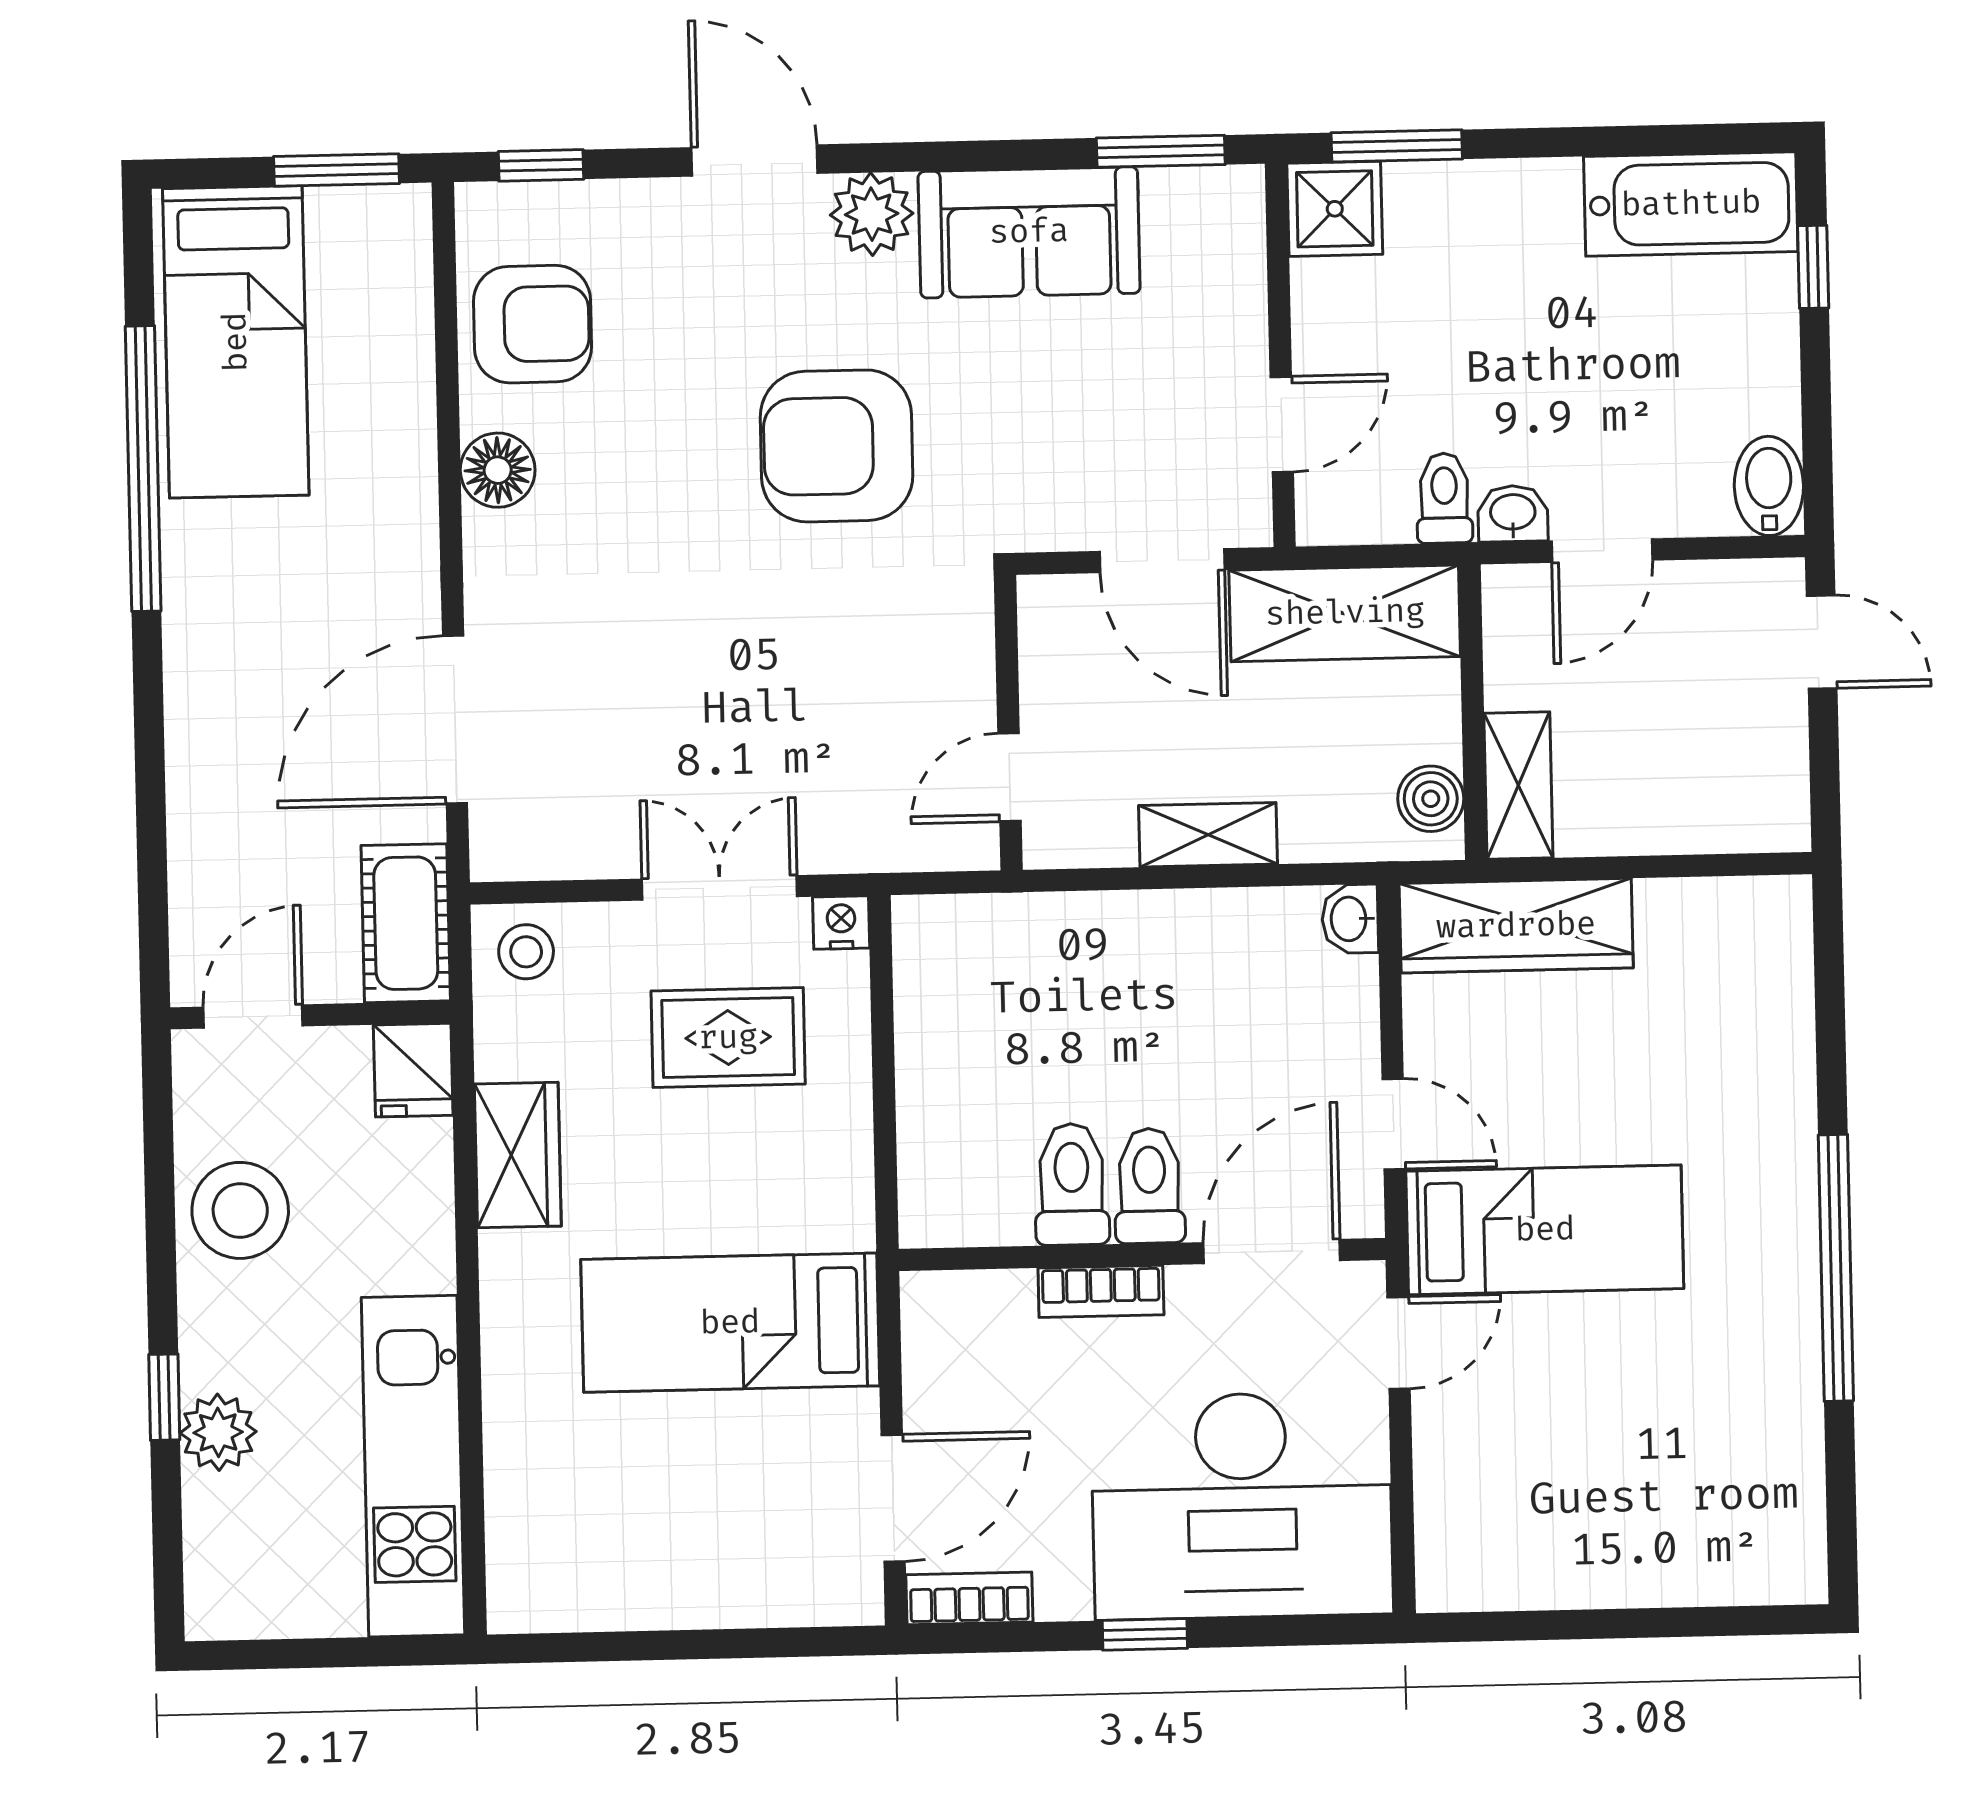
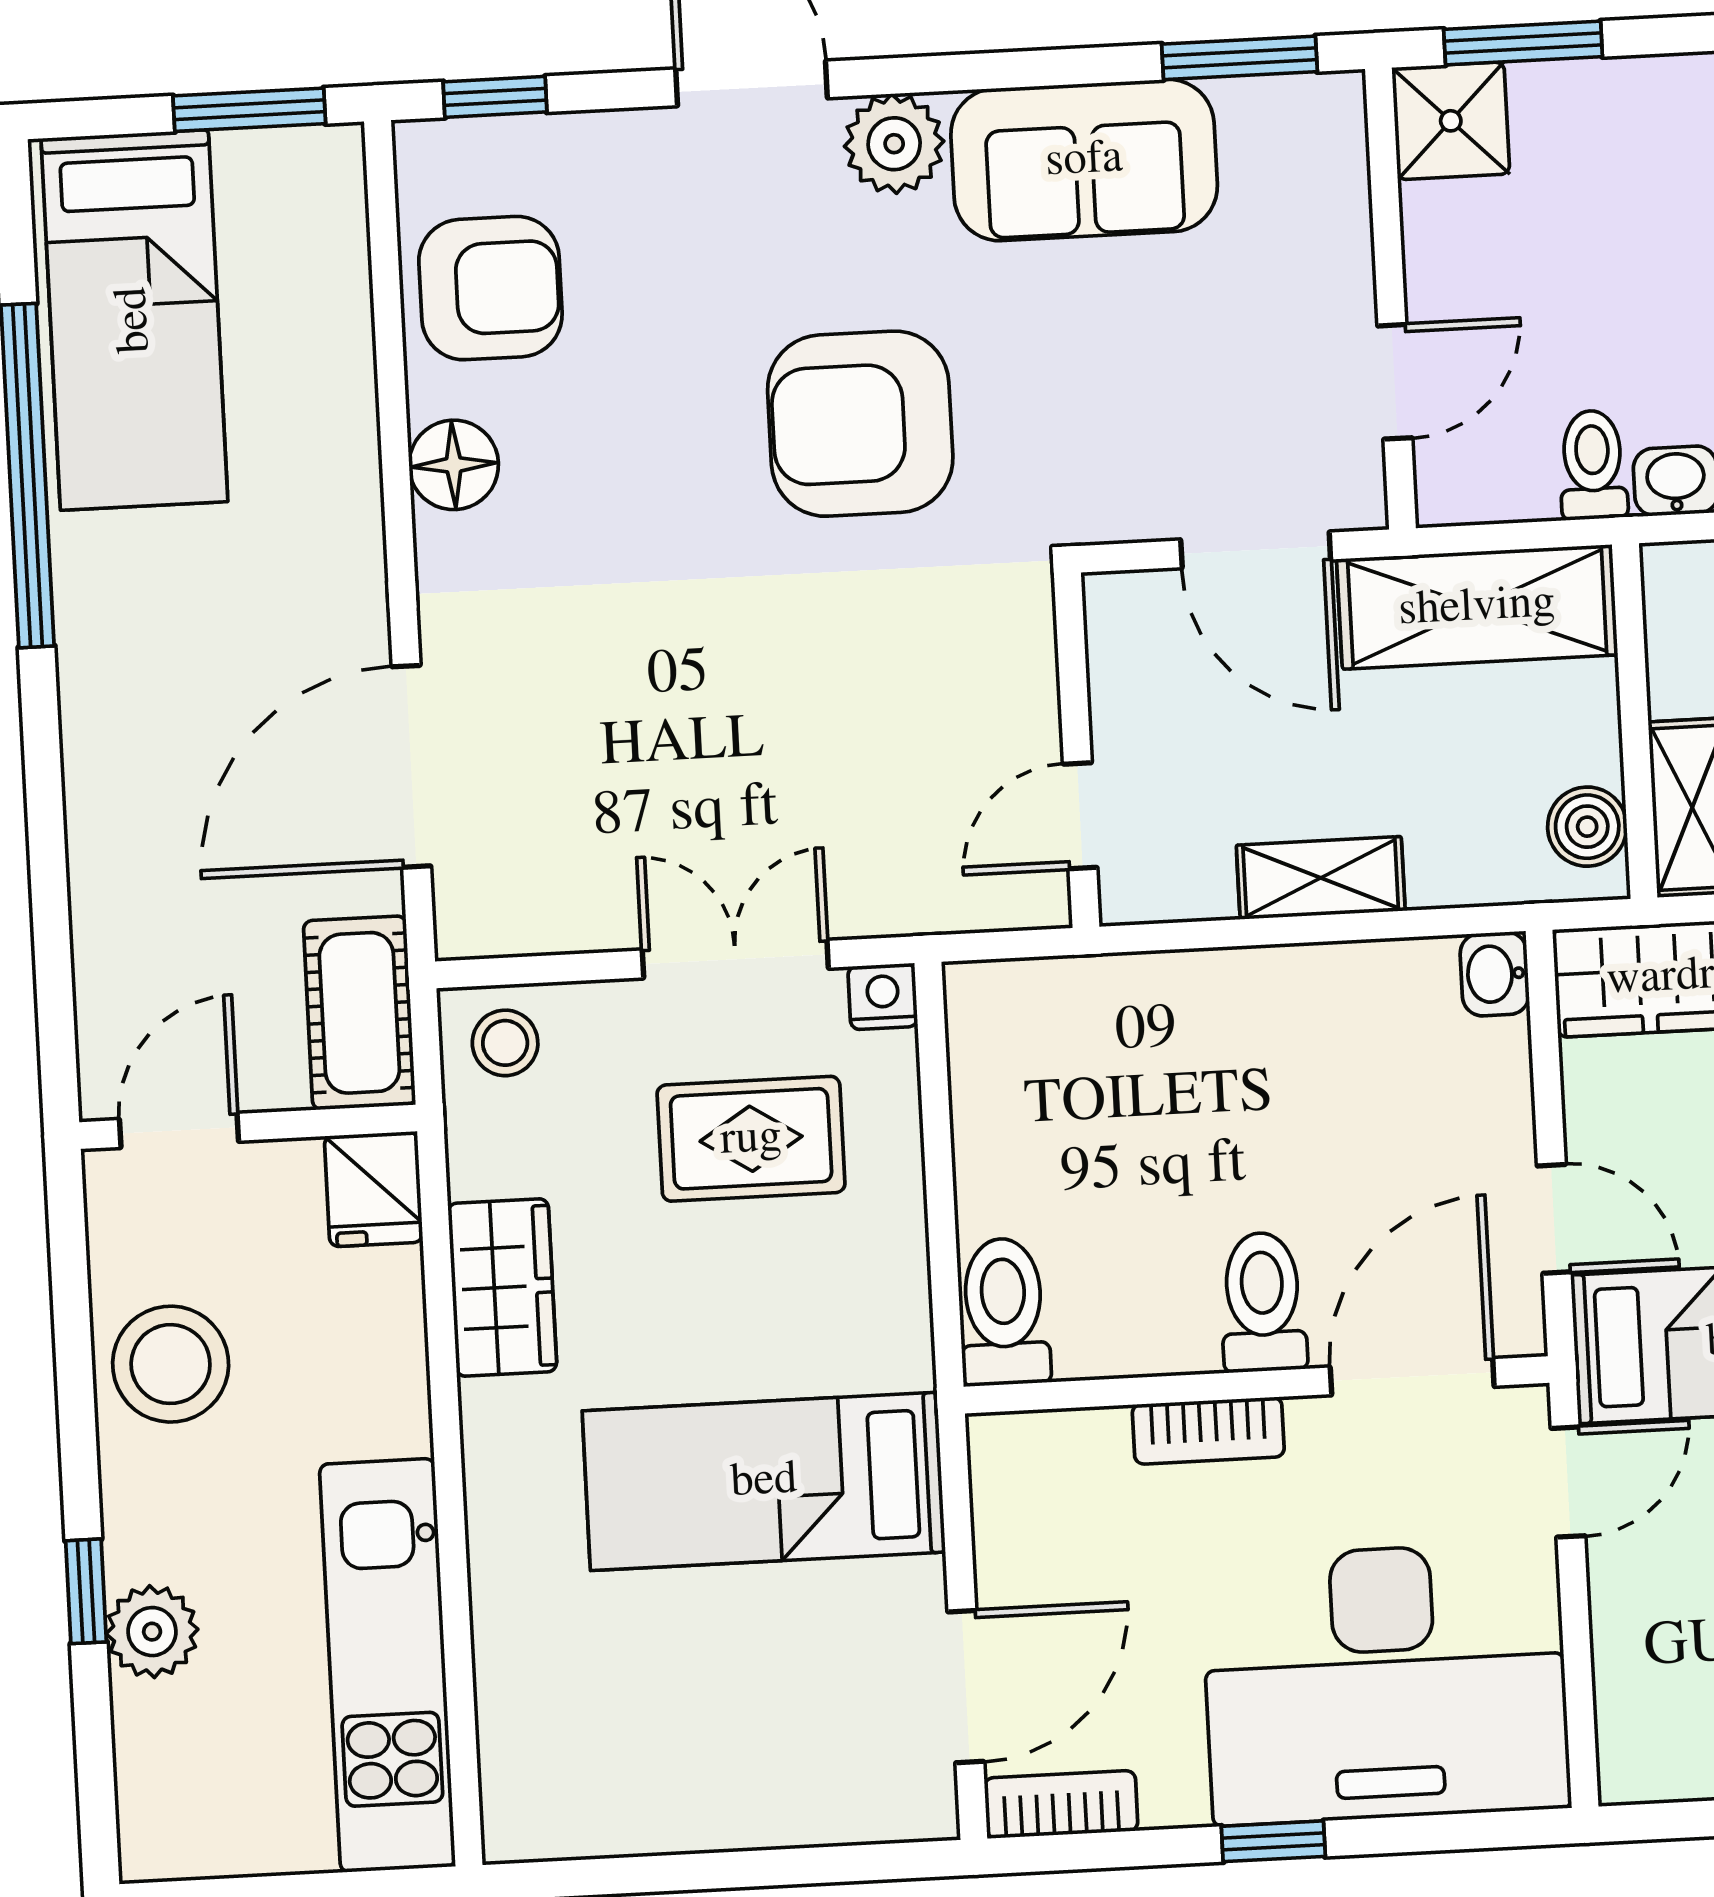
toilet: (1072, 1184) -> (1004, 1312), moved

